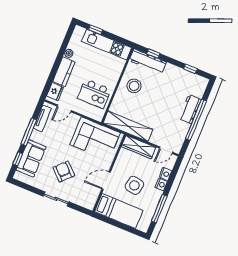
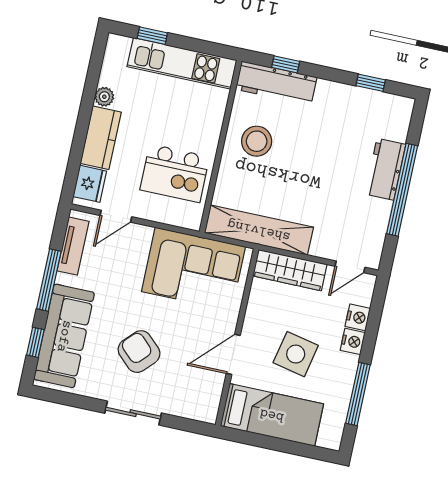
sofa: (31, 158) -> (64, 336), width x1.36

